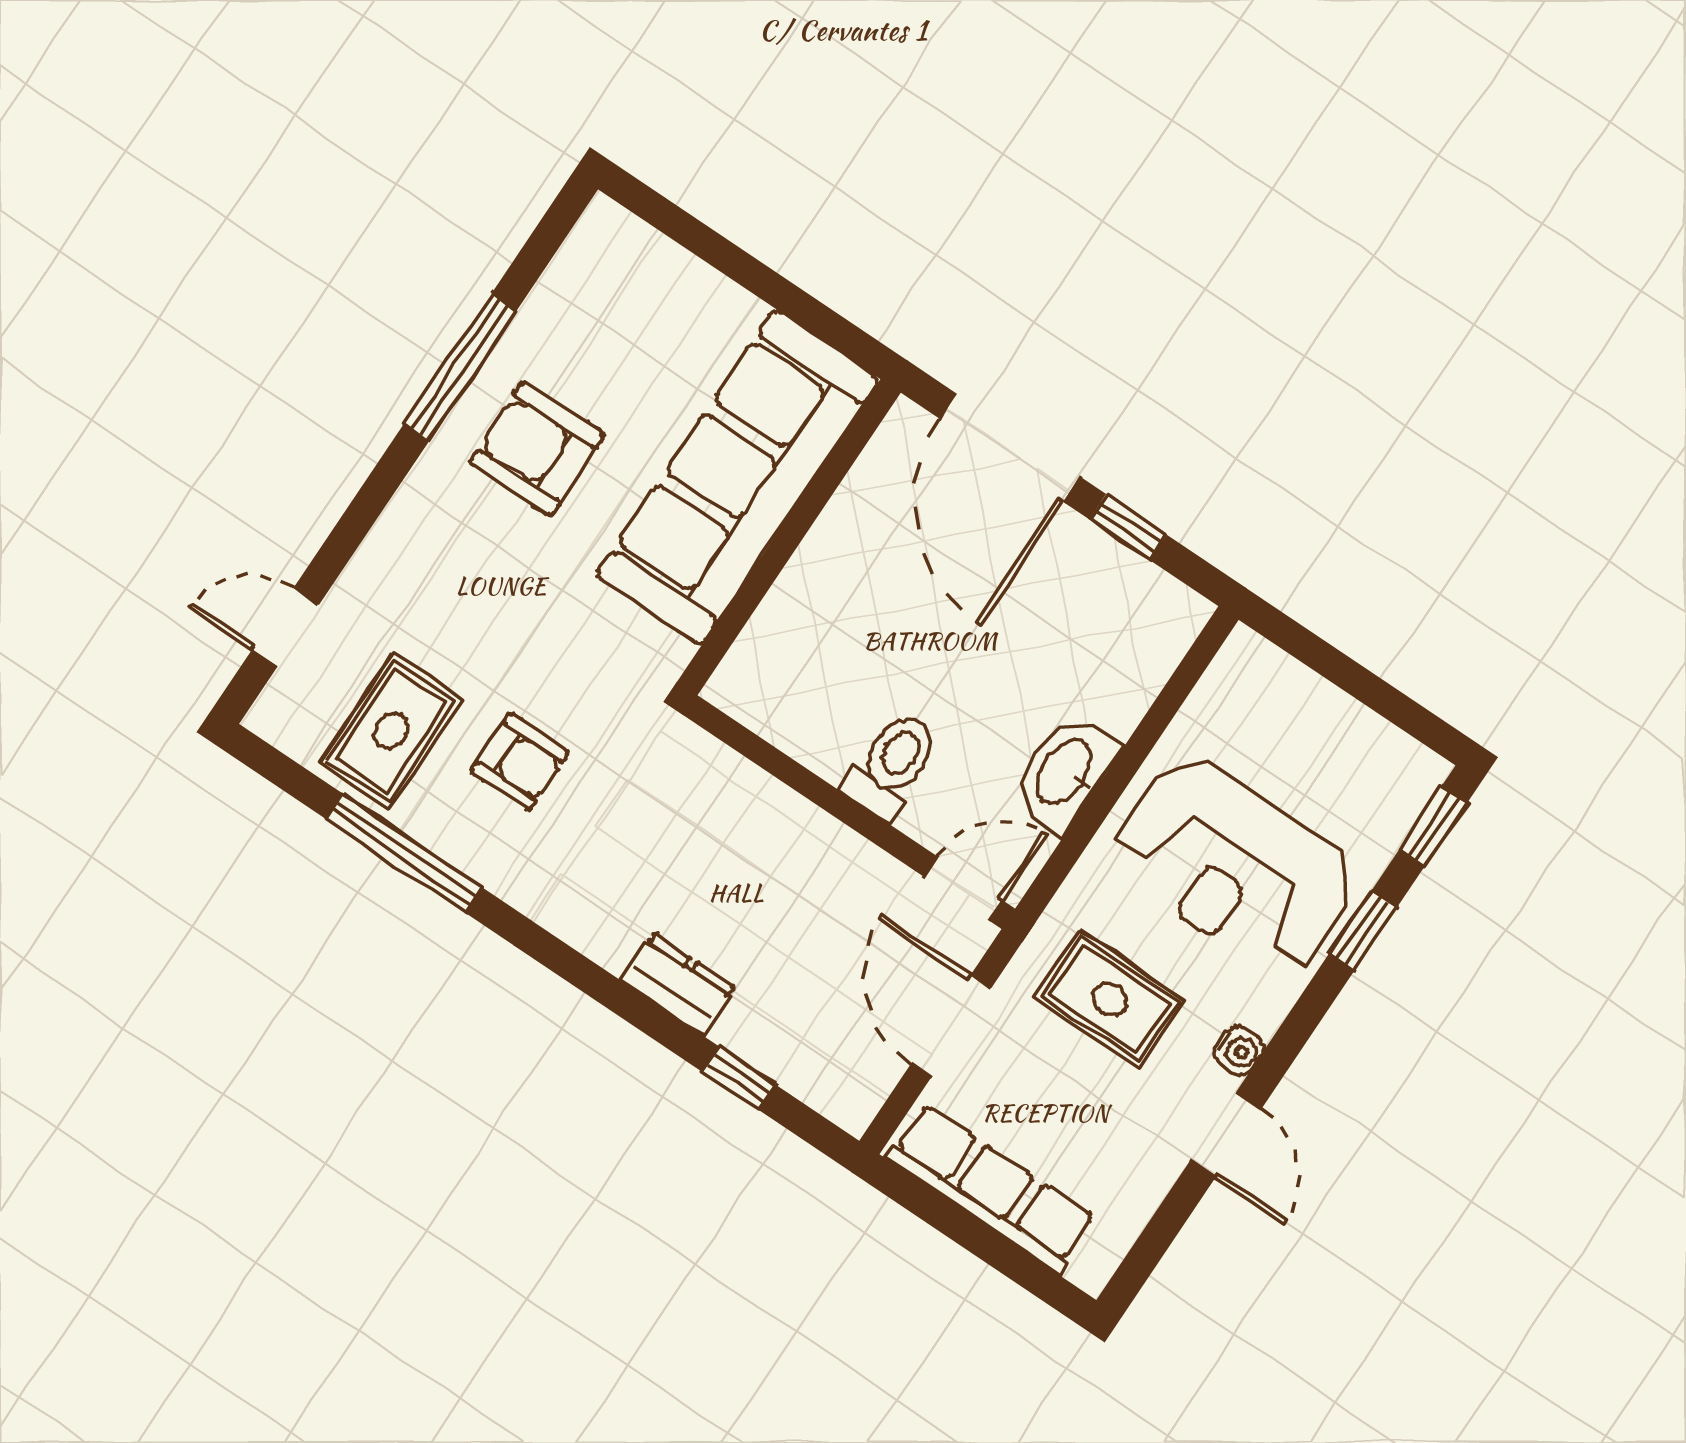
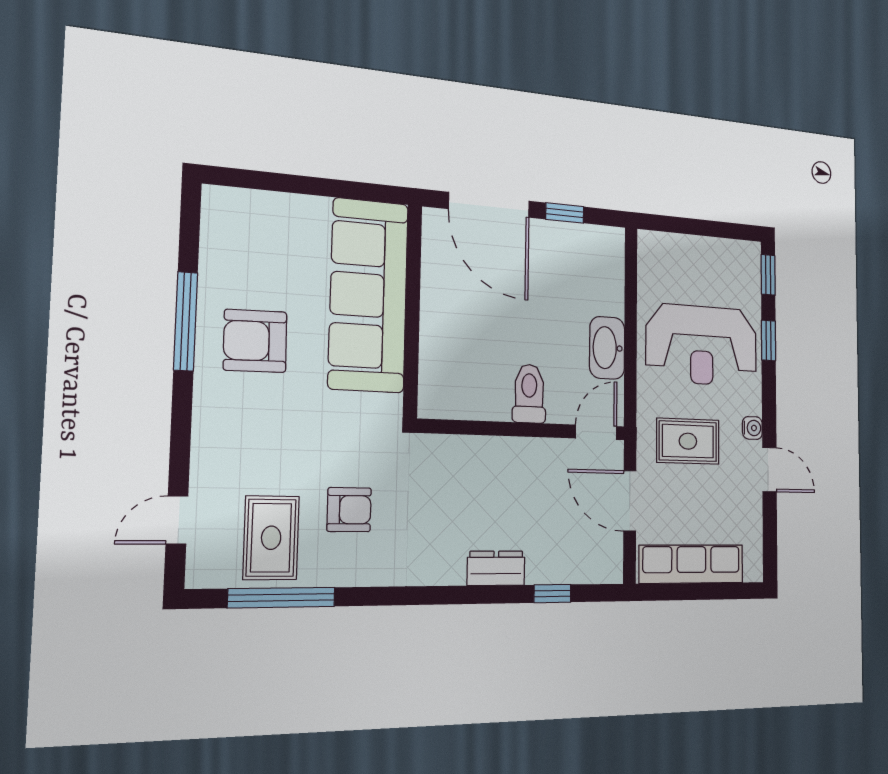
window: (404, 854) -> (282, 598), moved

